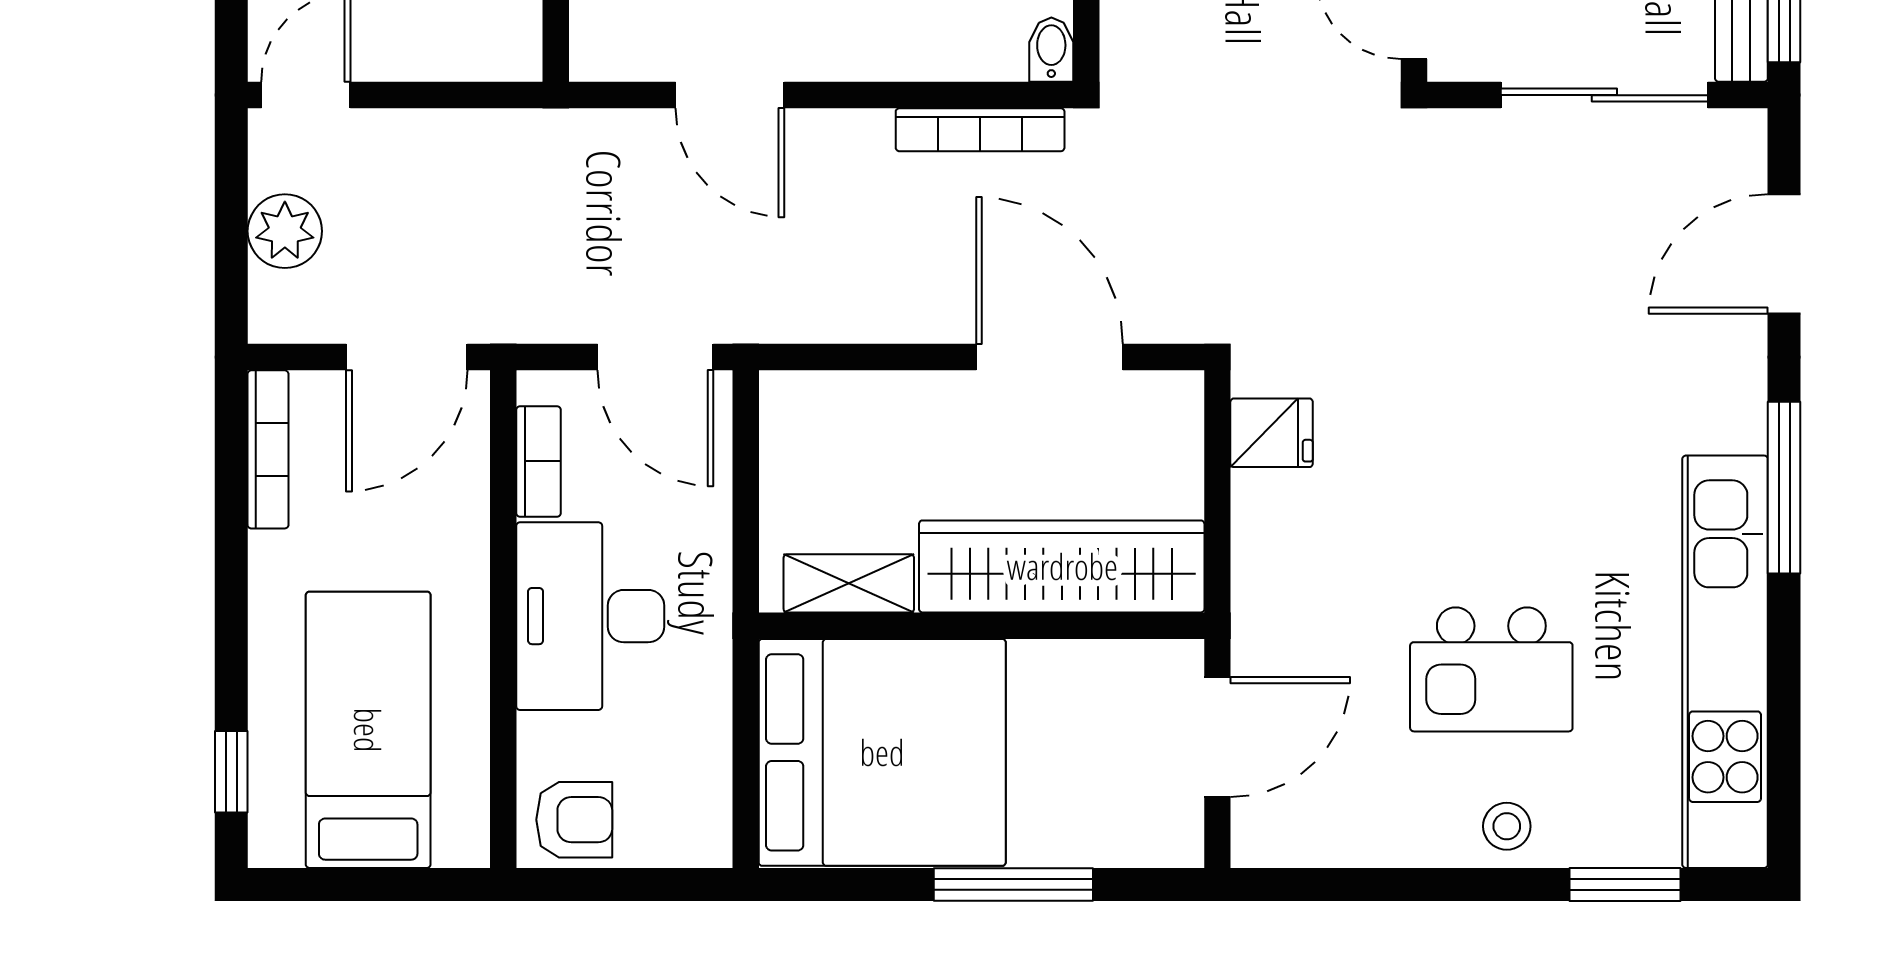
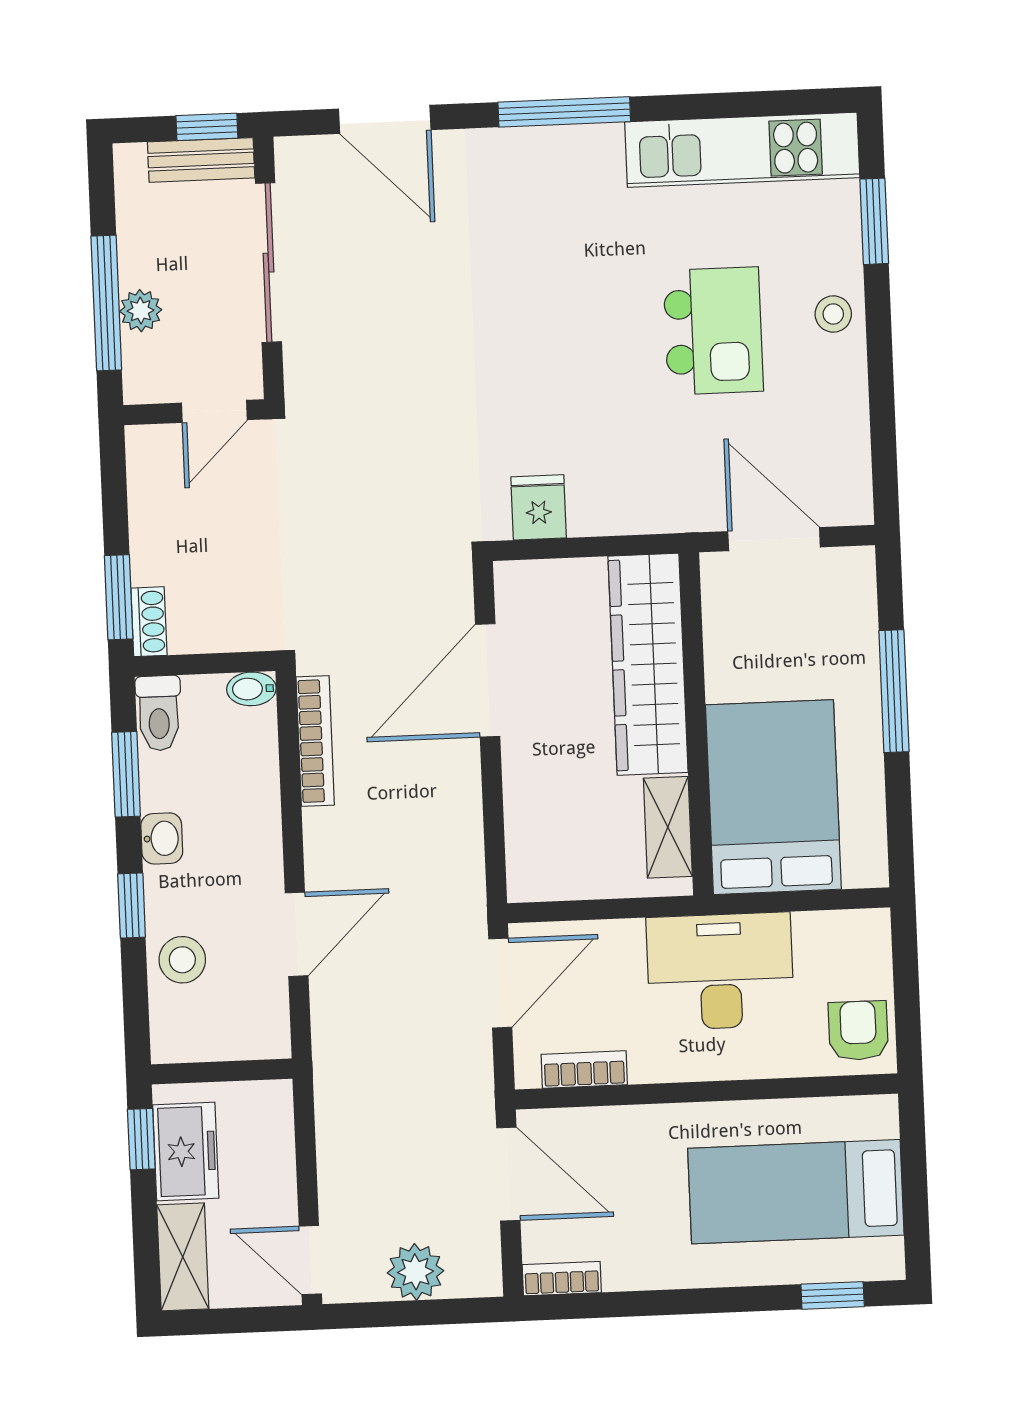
bookcase: (268, 449) -> (562, 1279), width x0.64
desk: (590, 616) -> (720, 971), moved, turned 180
kitchen unit: (1725, 662) -> (742, 150), width x0.73
bed: (882, 752) -> (773, 797), width x0.73

